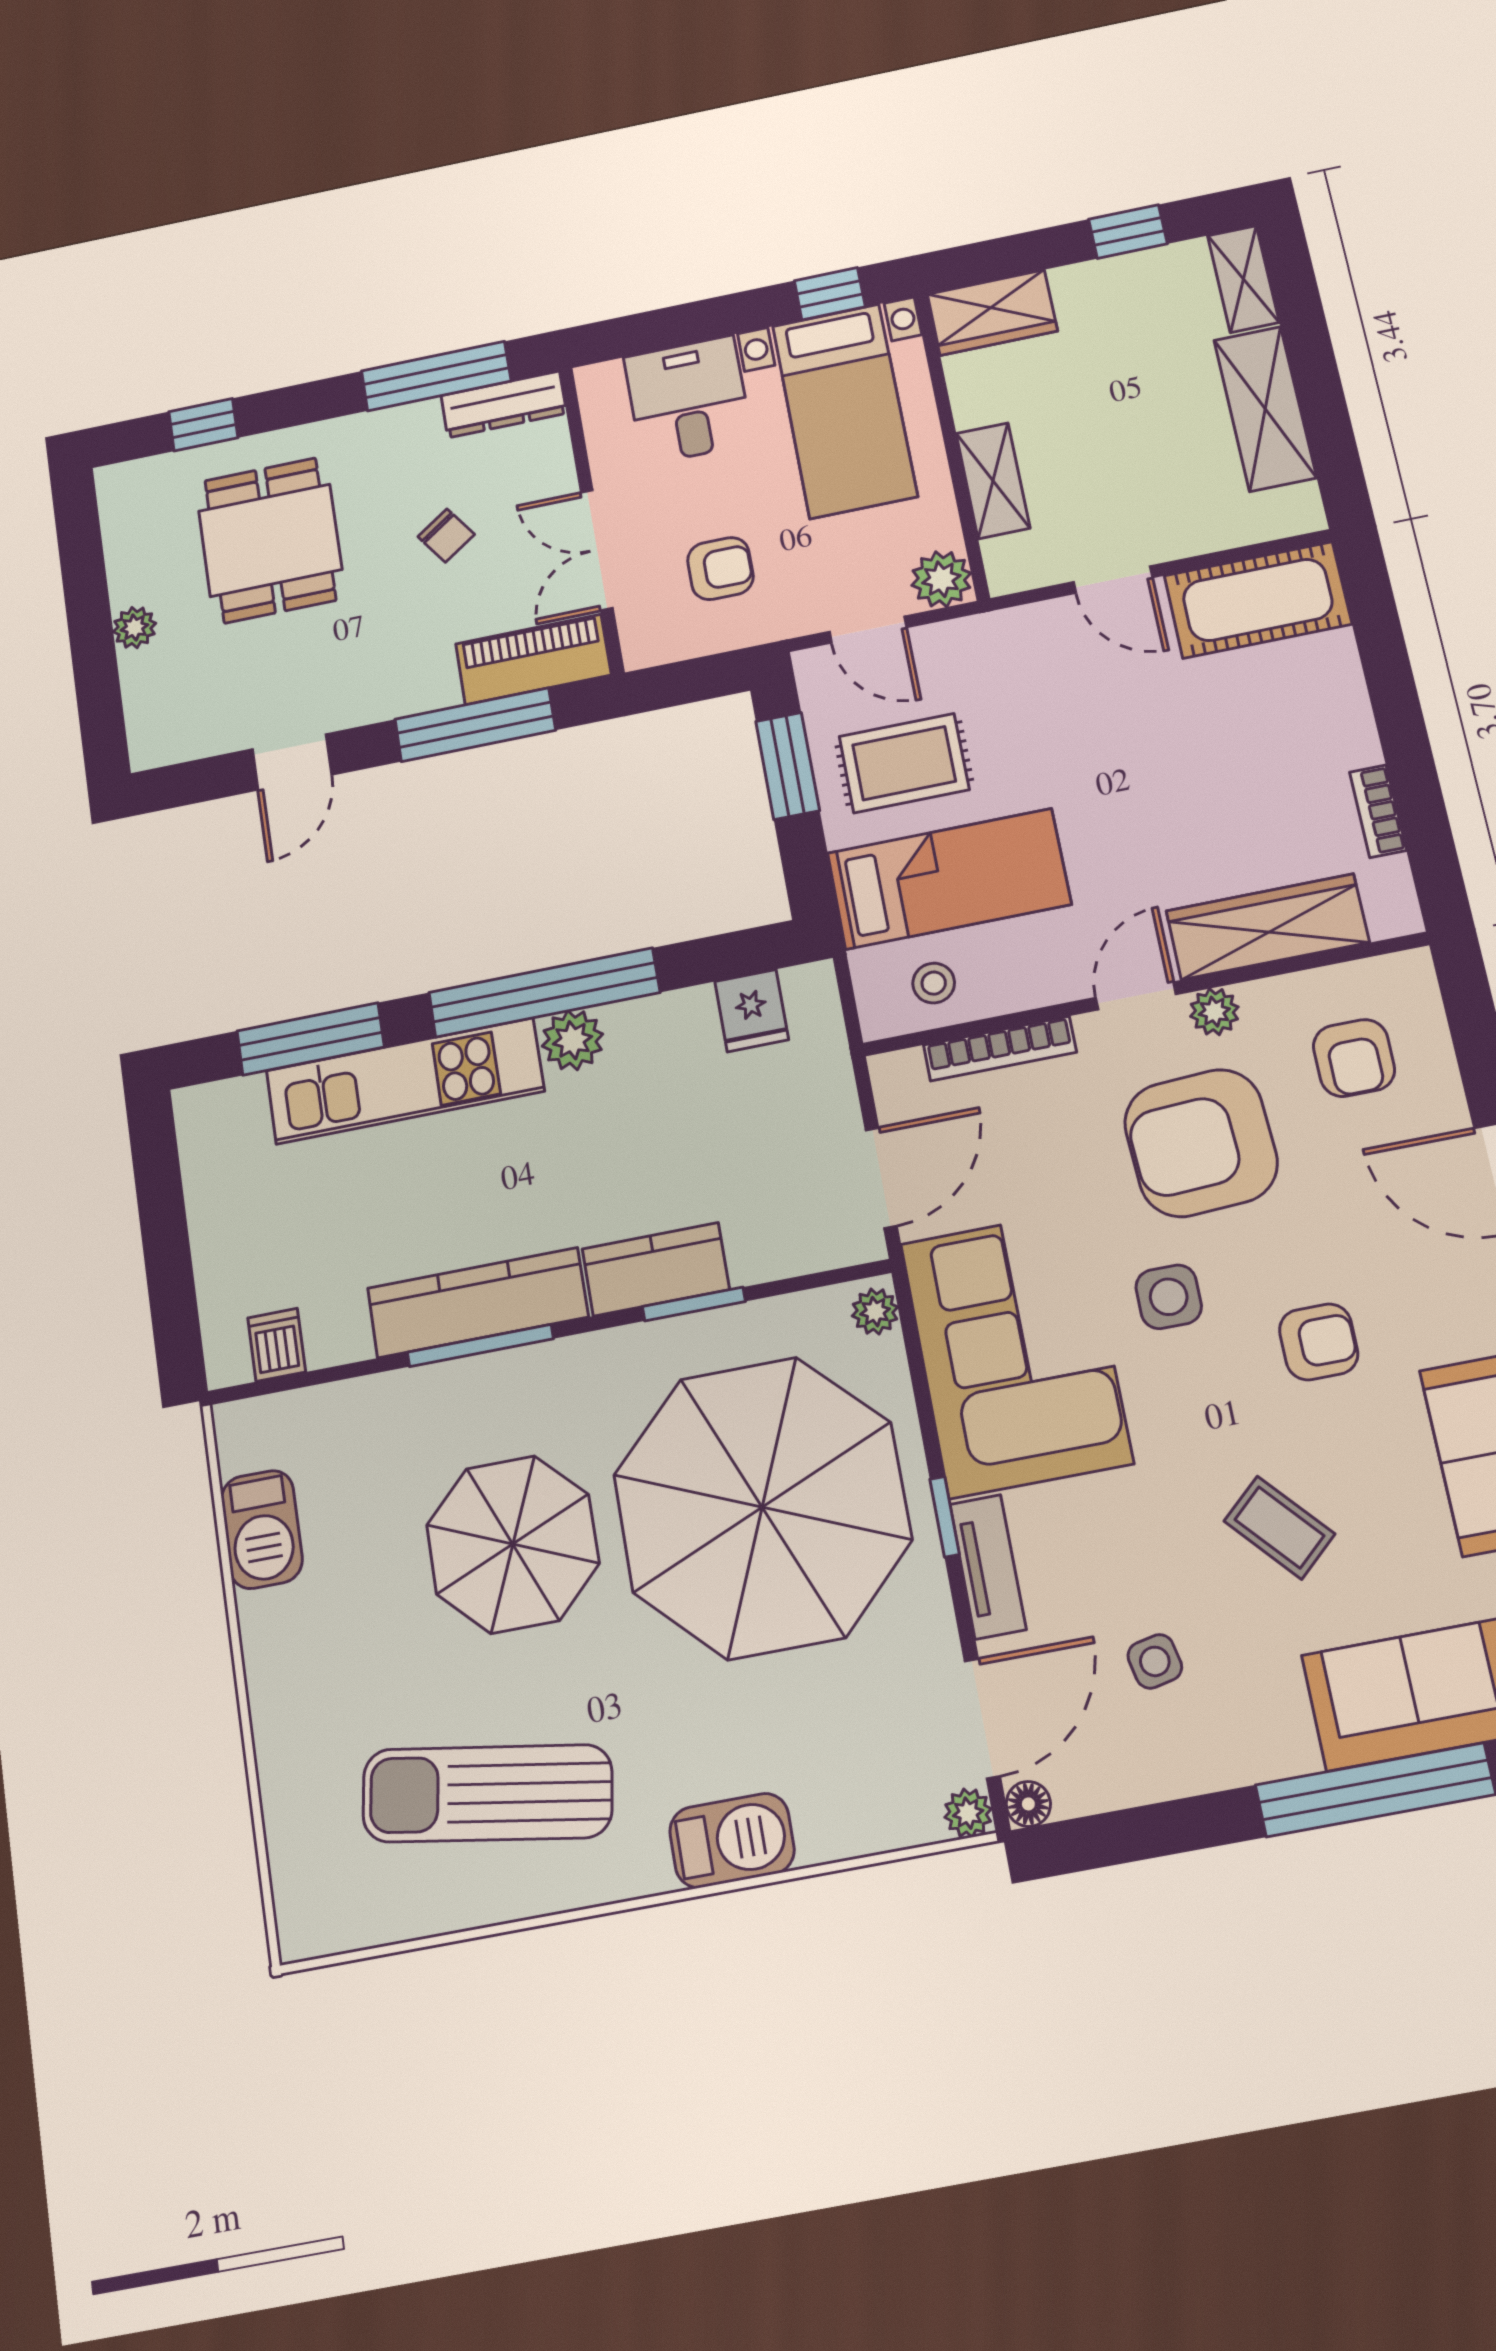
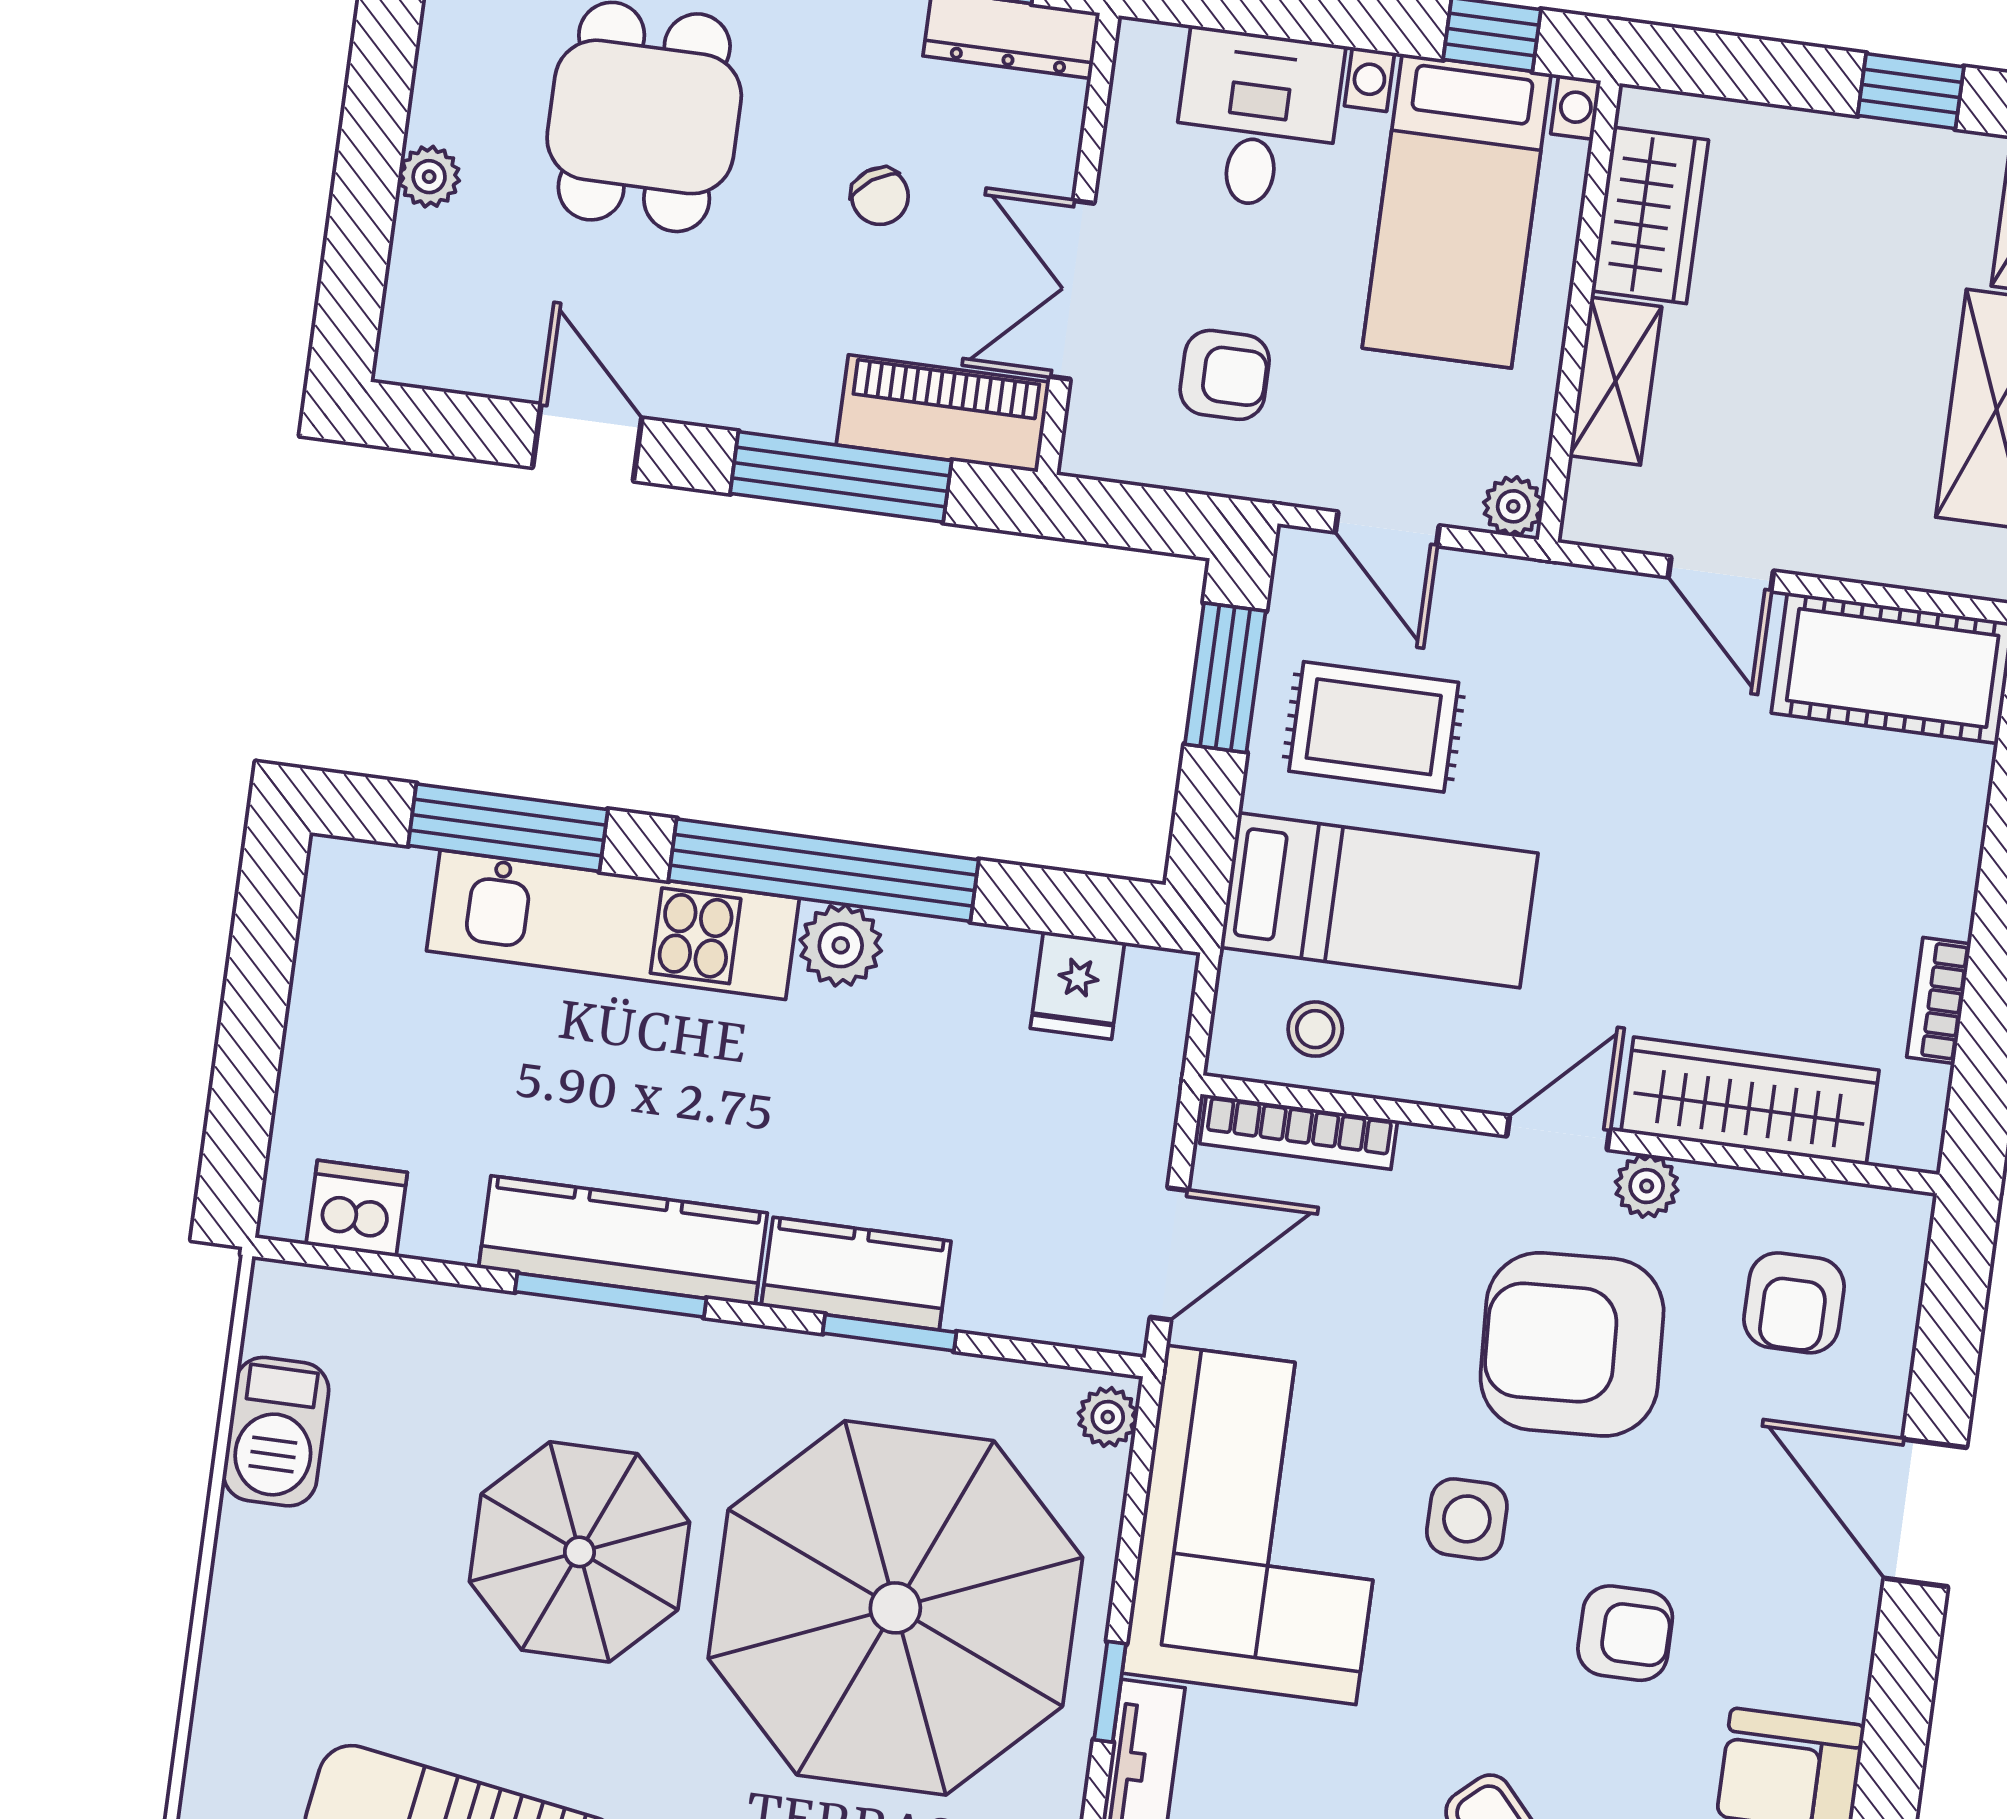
wardrobe: (992, 313) -> (1650, 215), moved, turned -90
plant: (941, 579) -> (1513, 506), width x0.73, depth x0.73
door: (292, 762) -> (587, 443), swing flipped
bookcase: (1000, 1049) -> (1299, 1132), moved
dishwasher: (277, 1345) -> (357, 1208), width x1.38

